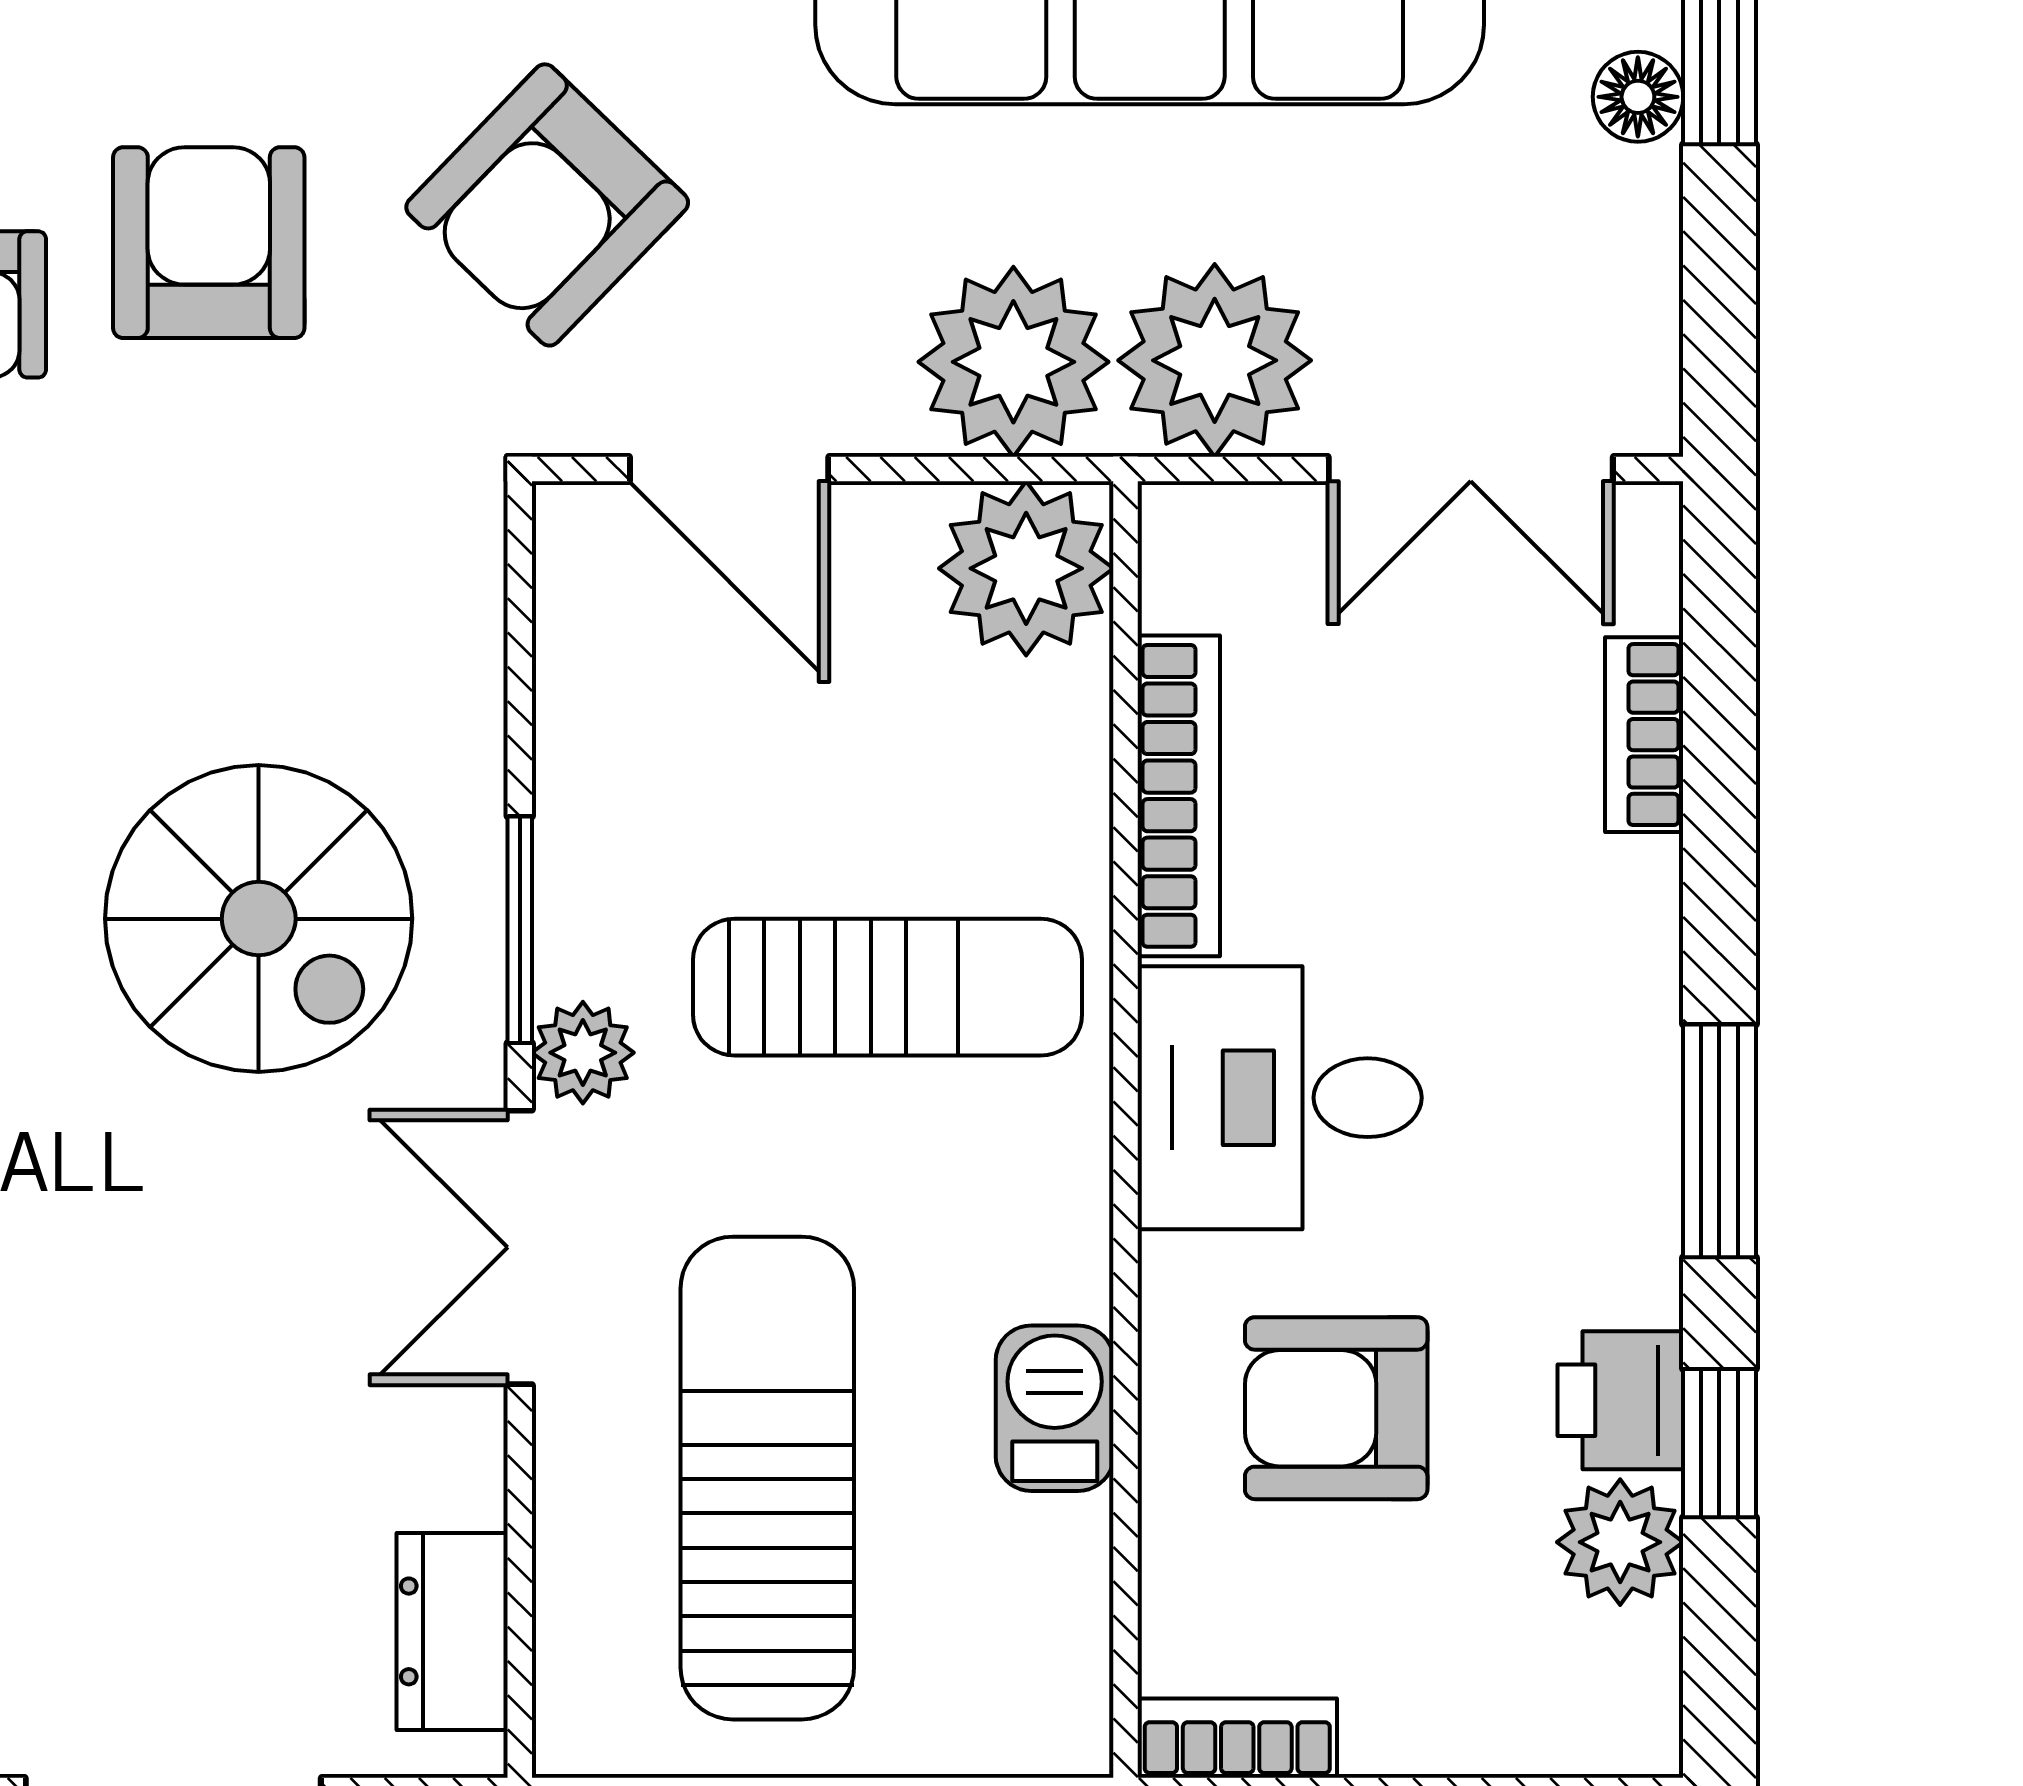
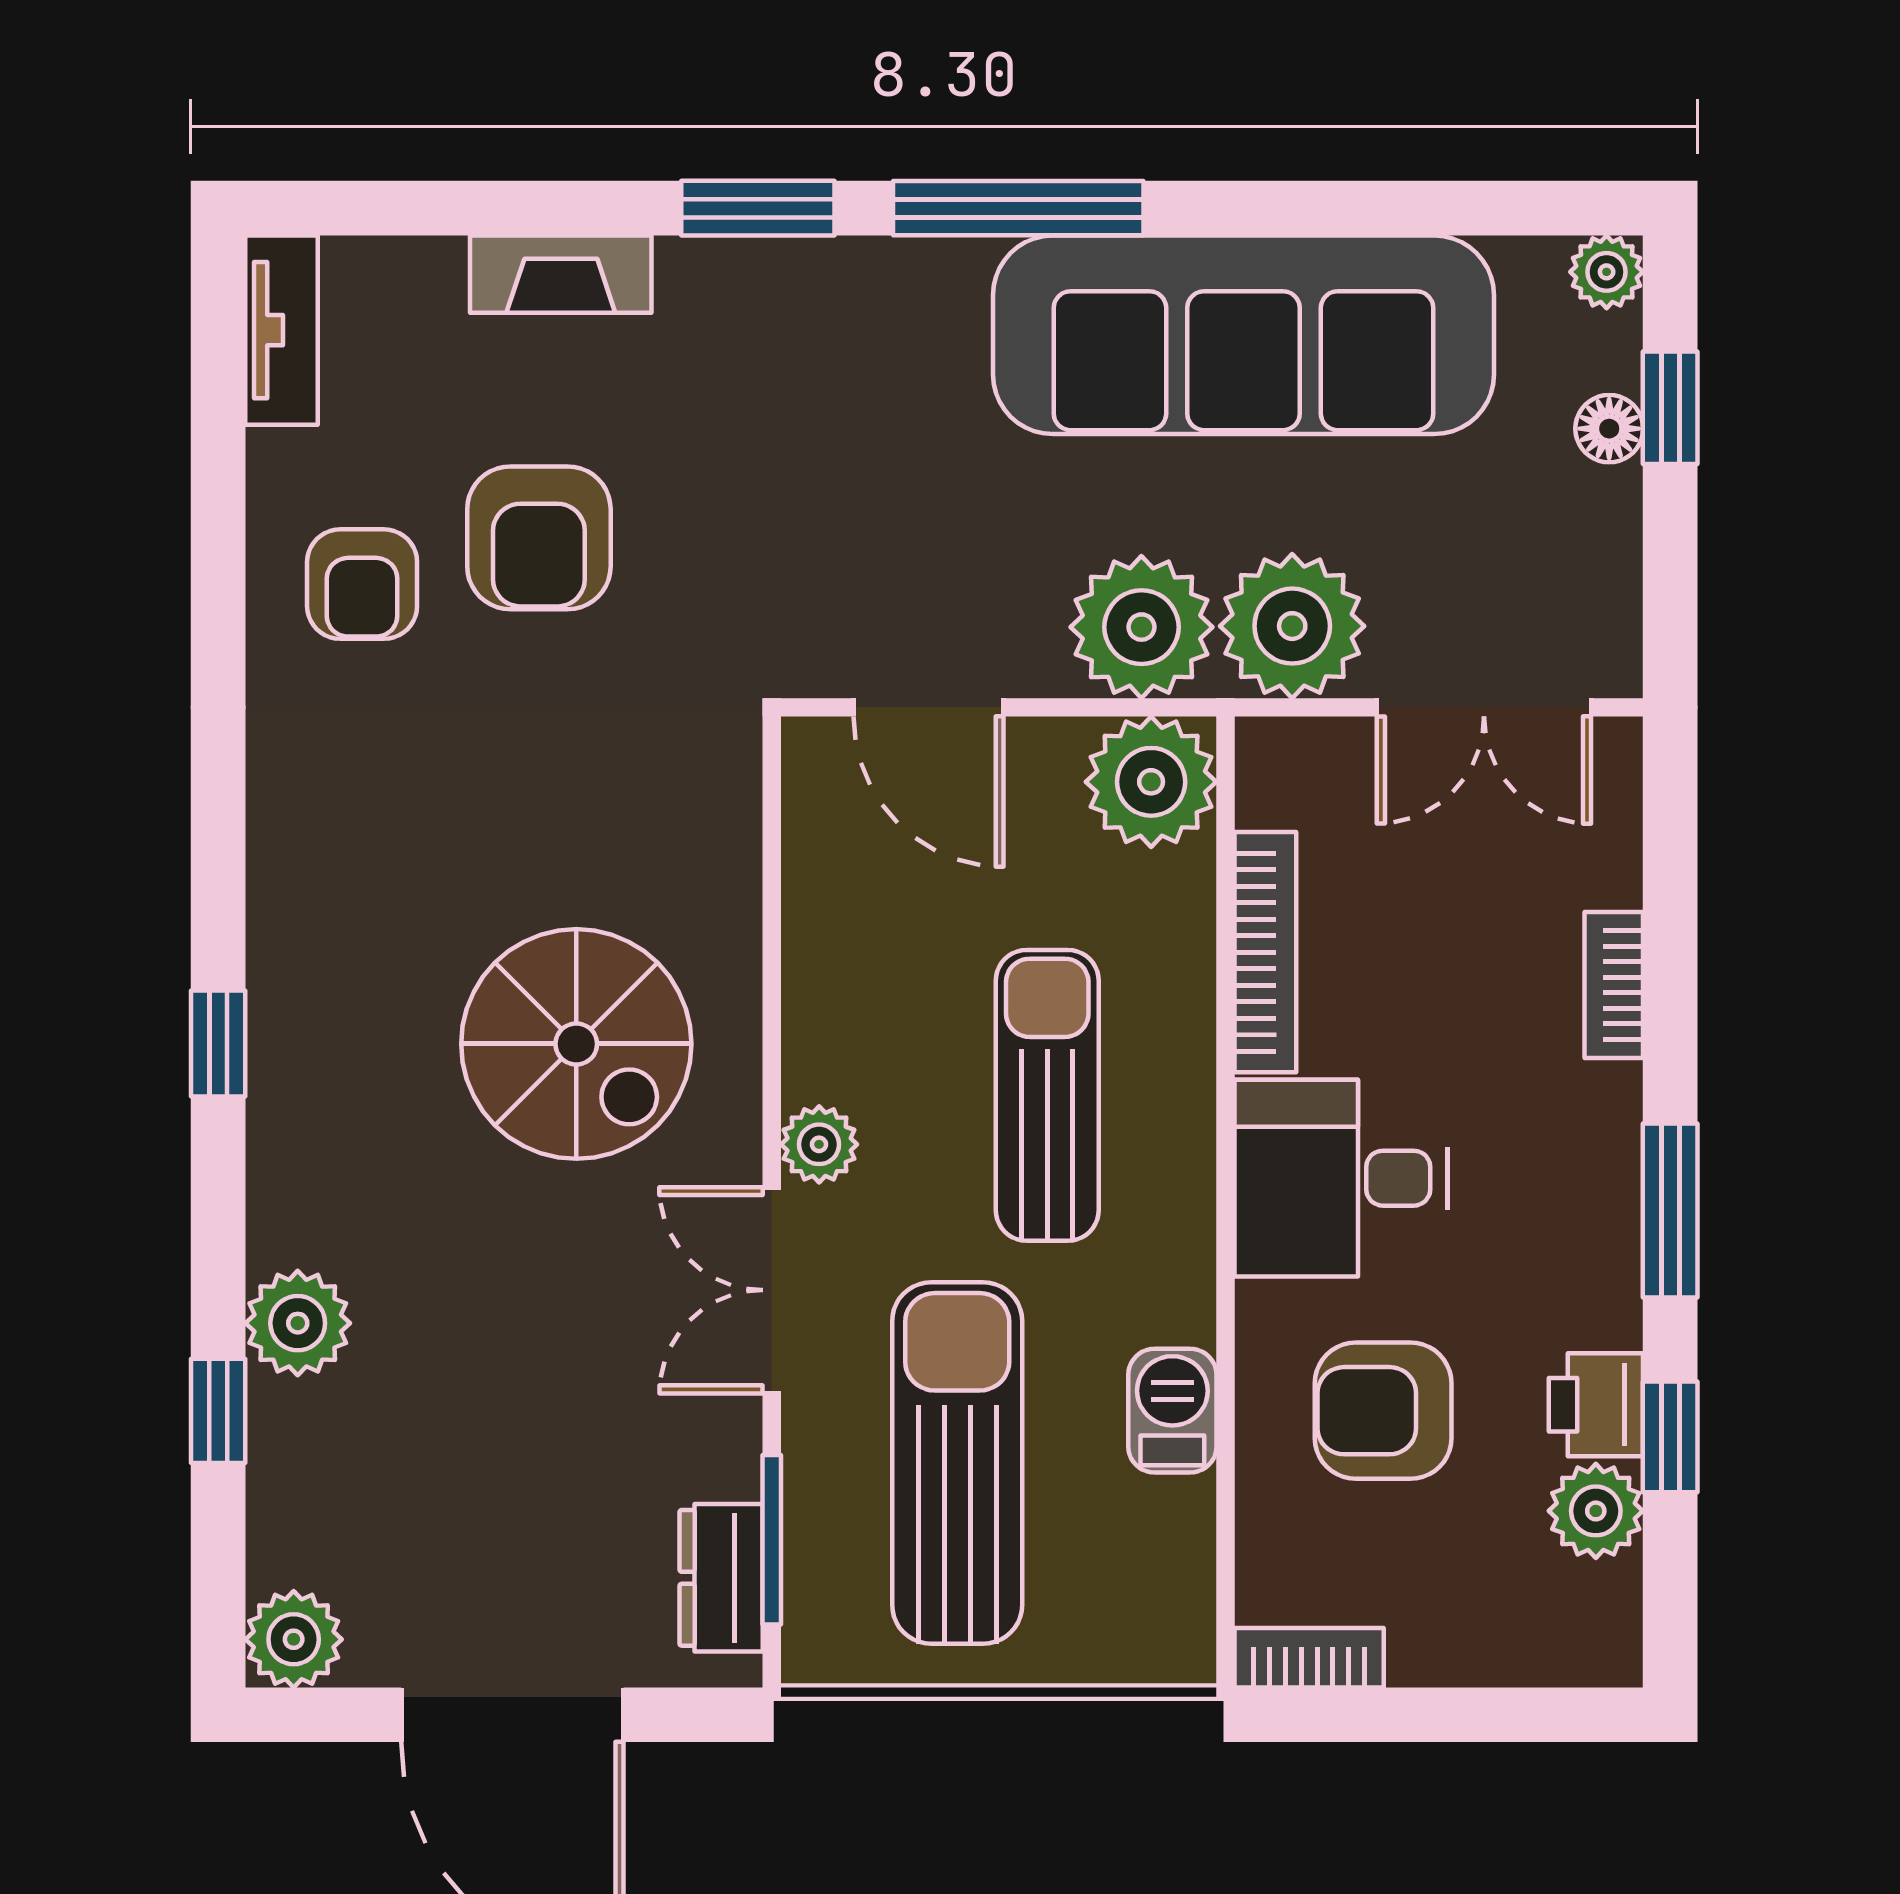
armchair: (547, 205) -> (792, 510), removed
armchair: (209, 243) -> (539, 538), turned 180
bookcase: (1644, 735) -> (1614, 985), moved
window: (520, 930) -> (772, 1540), moved
sun lounger: (888, 987) -> (1047, 1095), turned -90

